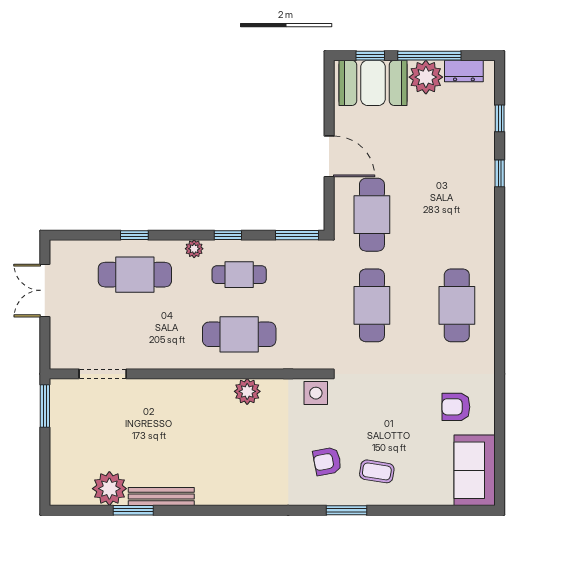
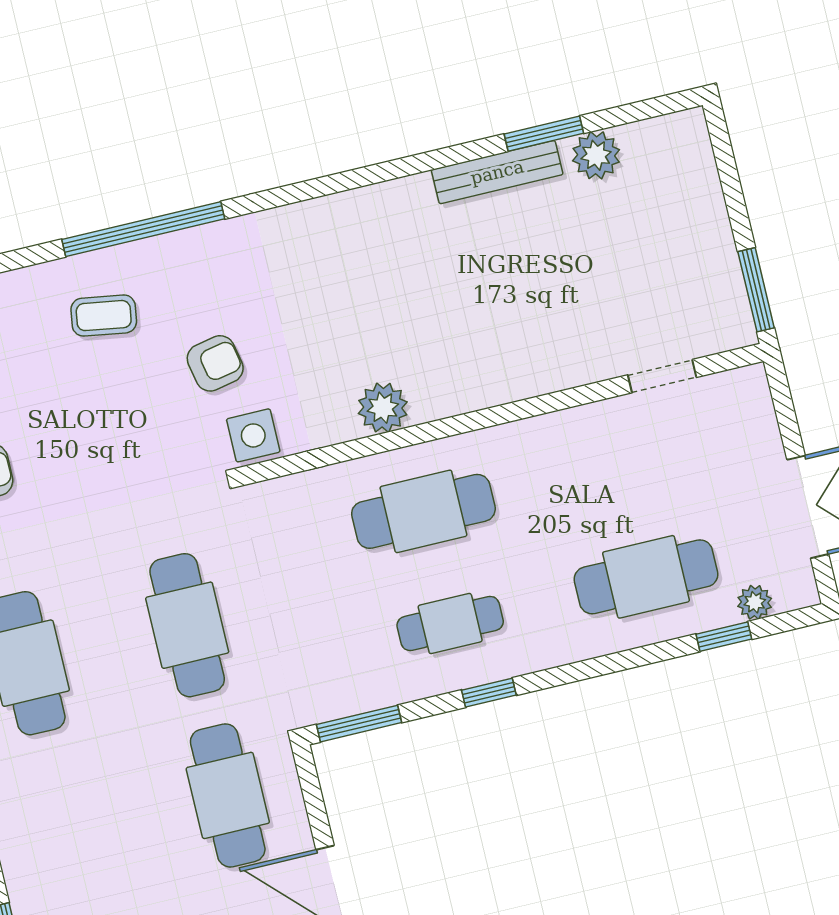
window: (134, 235) -> (724, 637), moved
plant: (194, 249) -> (755, 602), moved
doorway: (103, 374) -> (662, 376), width x0.73
armchair: (327, 461) -> (215, 363), moved
plant: (109, 489) -> (596, 155), width x0.73, depth x0.73
window: (347, 510) -> (143, 229), width x2.11

